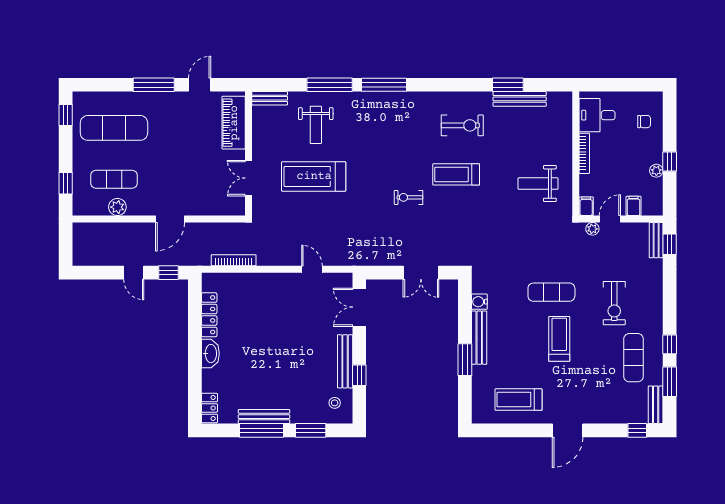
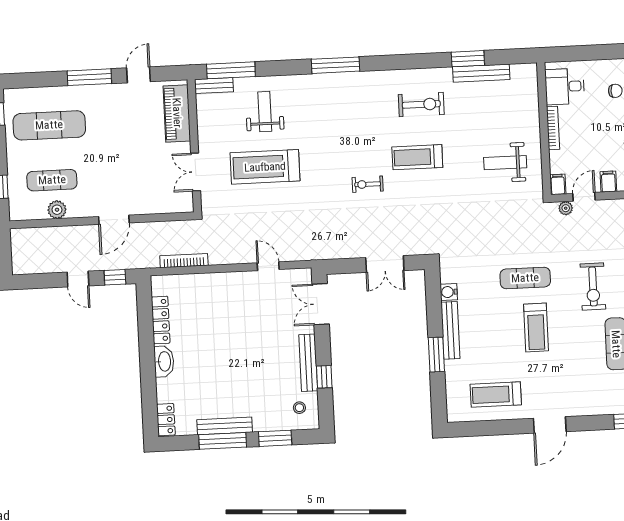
window: (330, 85) -> (231, 70), moved
weight bench: (316, 125) -> (265, 112), turned 180
treadmill: (559, 339) -> (536, 328), turned 180

